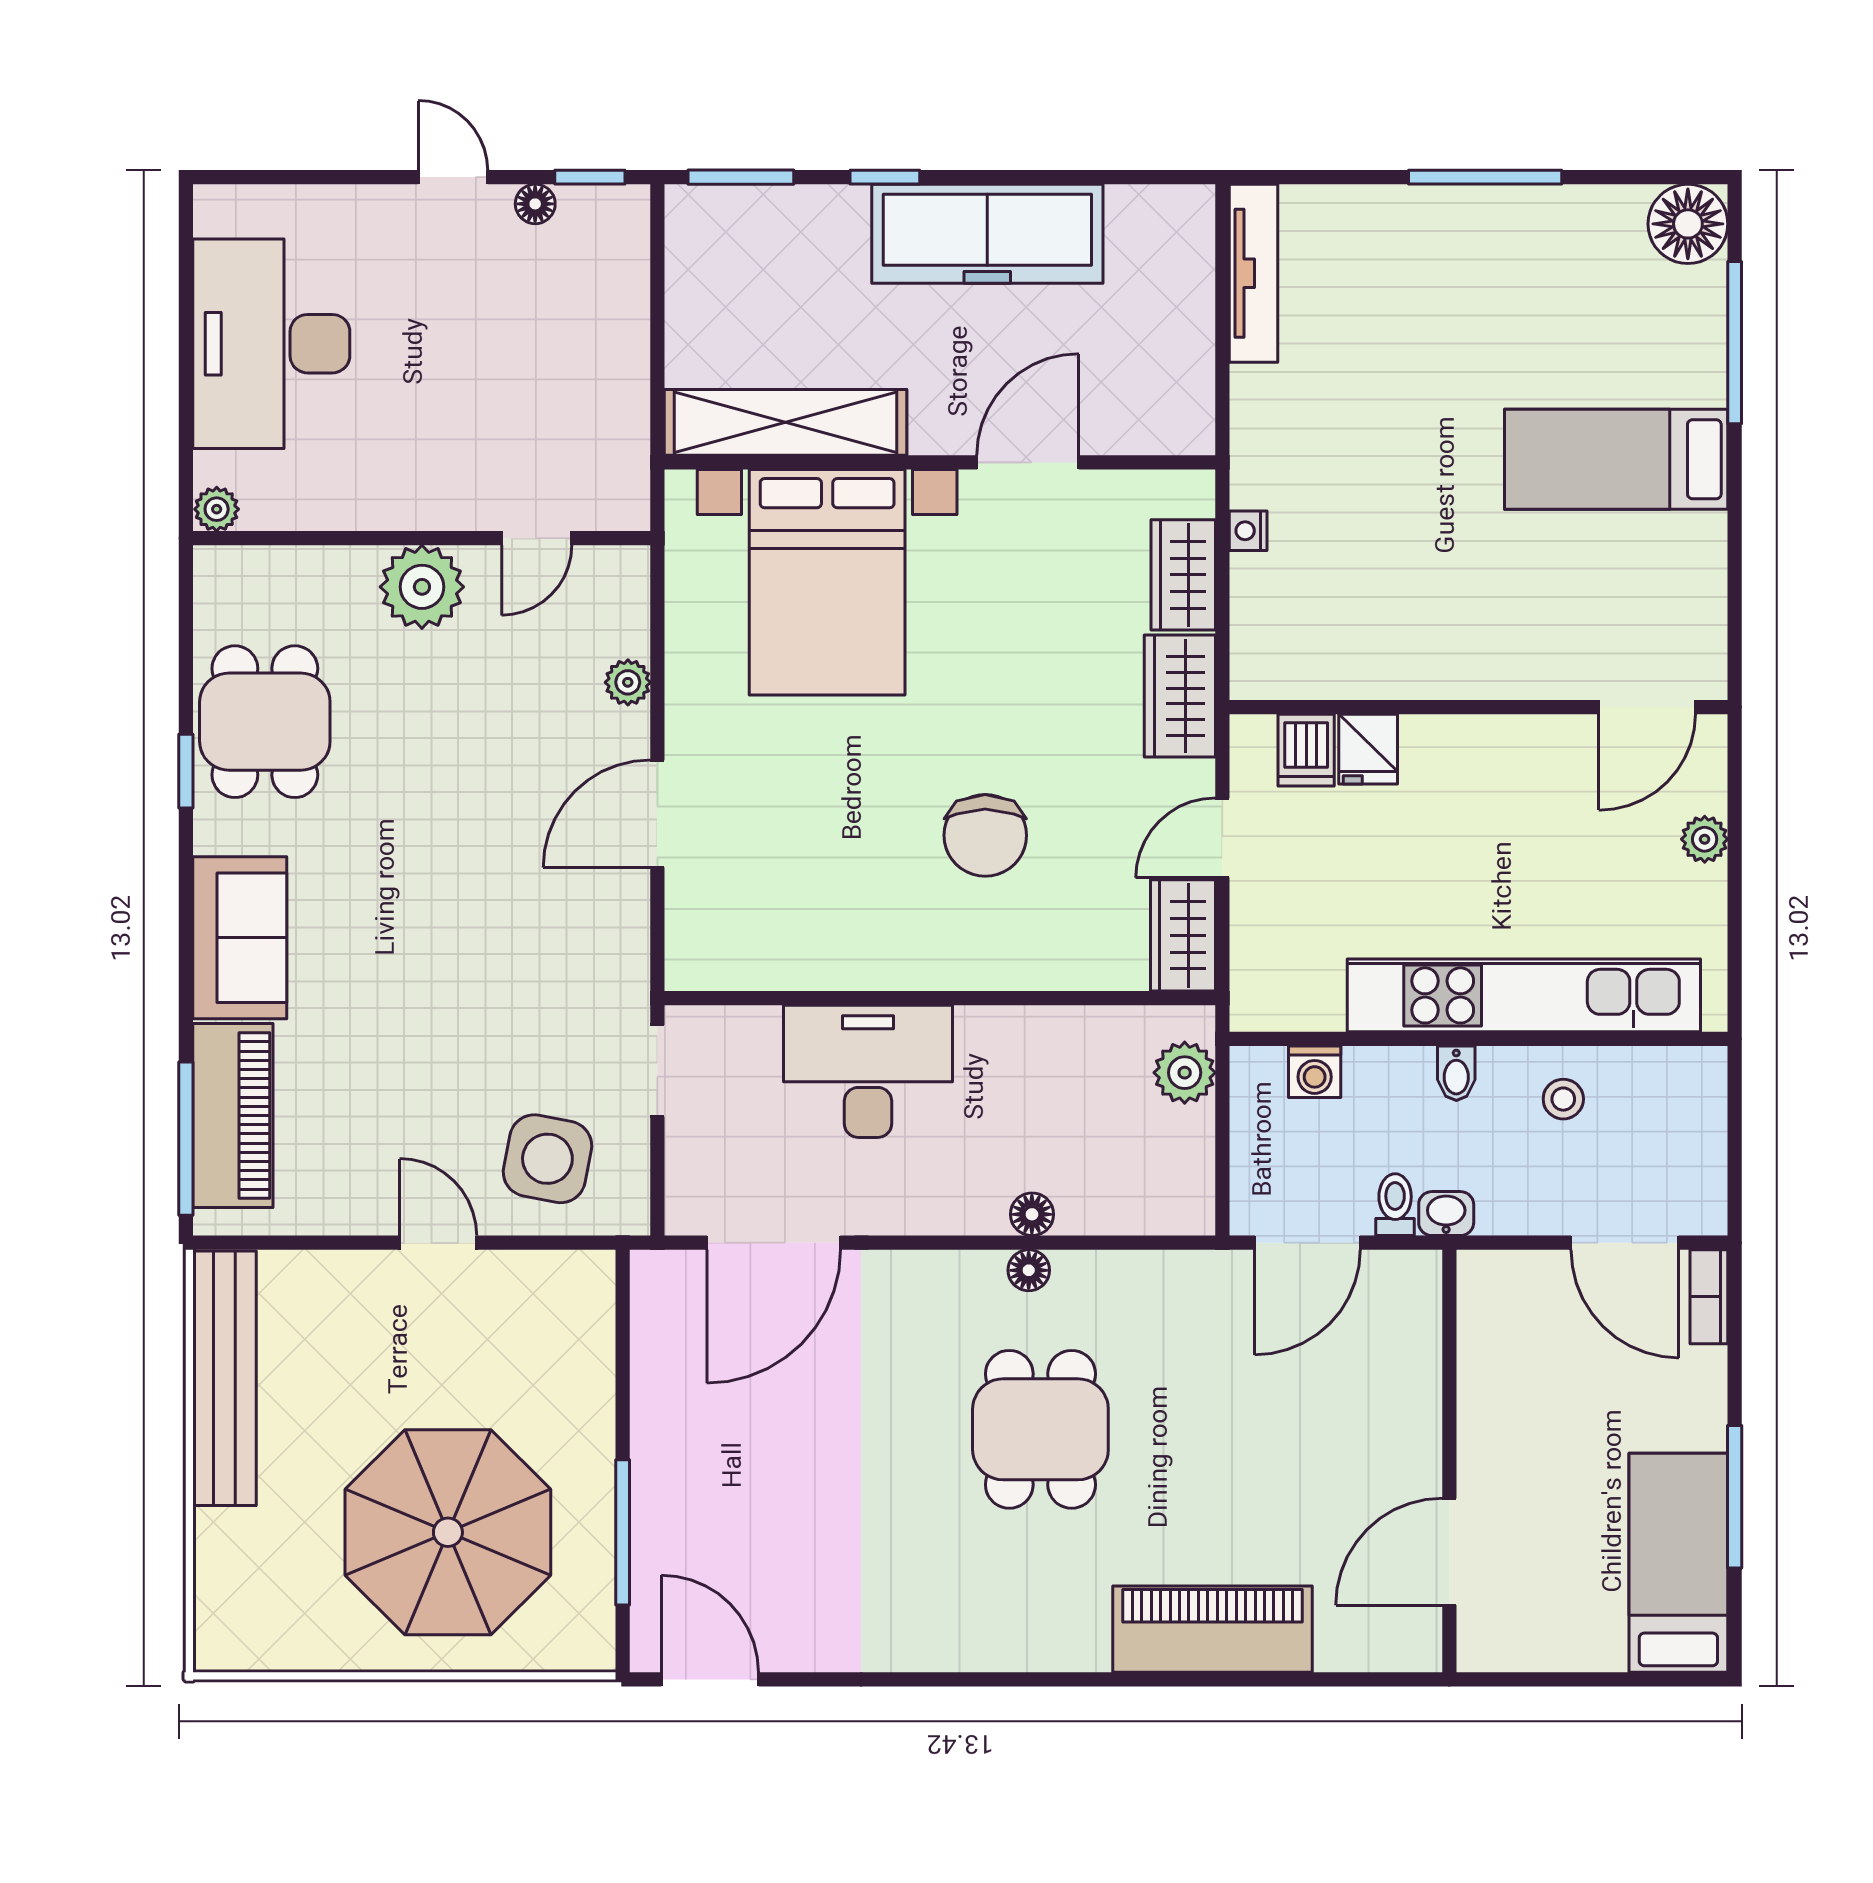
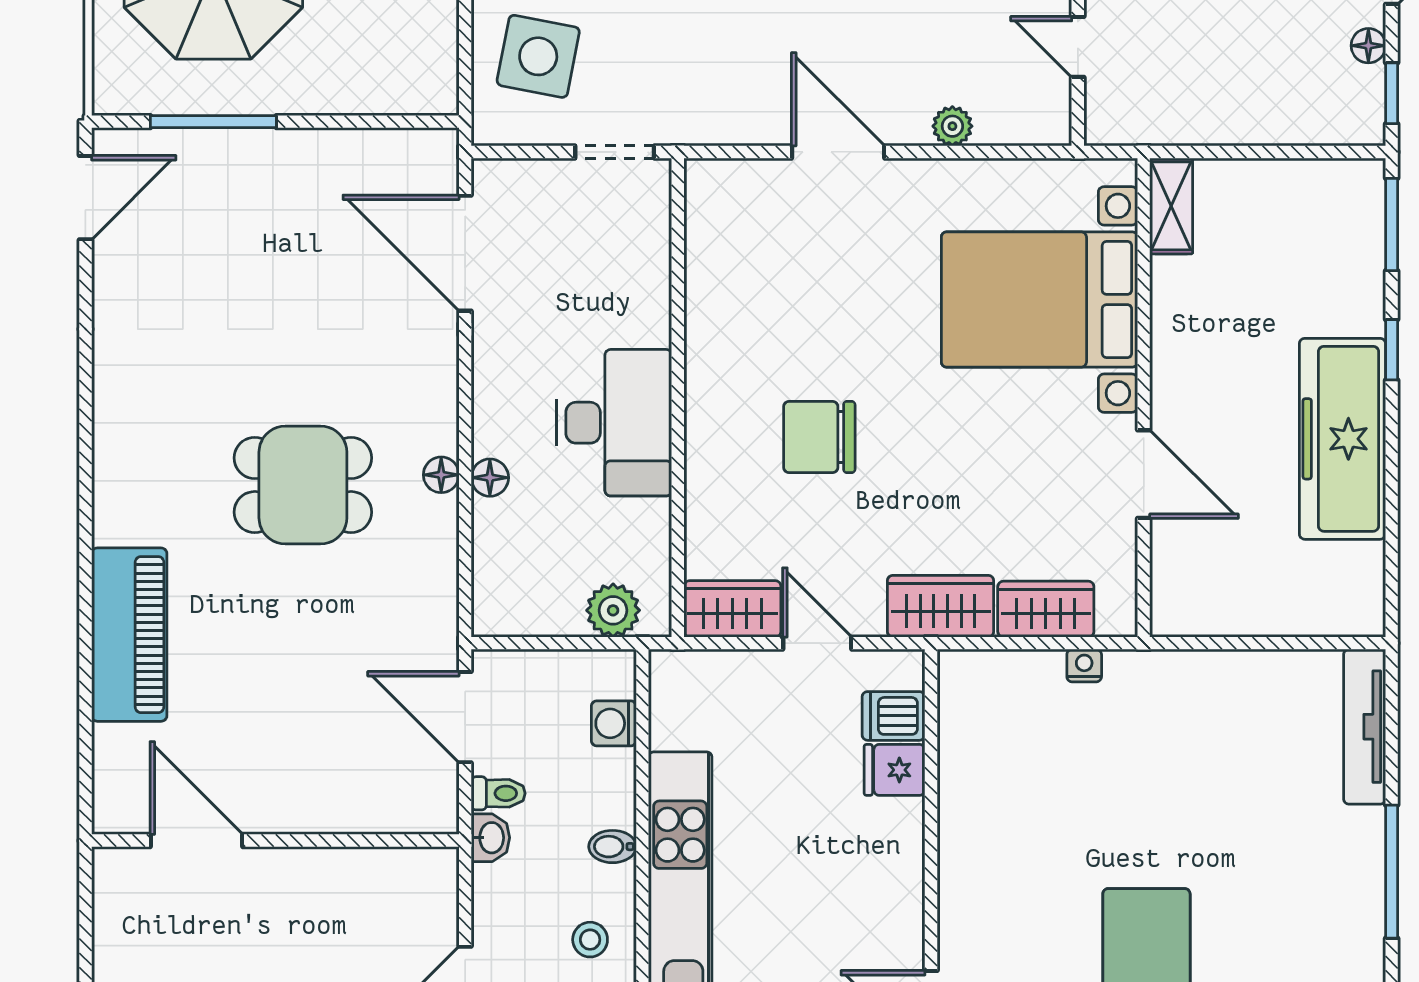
tv unit: (1253, 273) -> (1365, 727), moved, turned 90
shelving: (786, 422) -> (1171, 206), width x0.45, depth x0.75
desk: (868, 1071) -> (614, 423), moved

